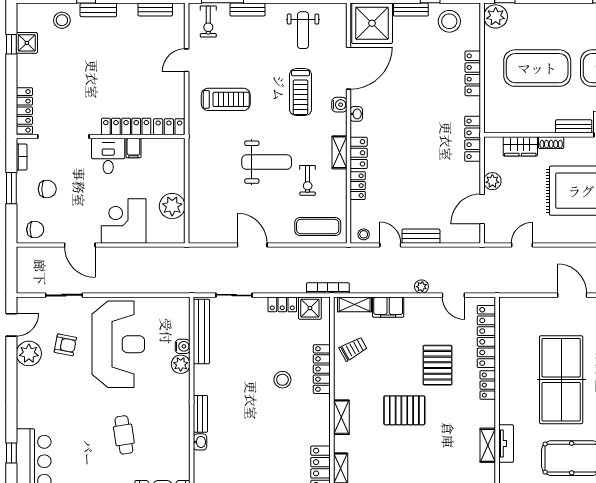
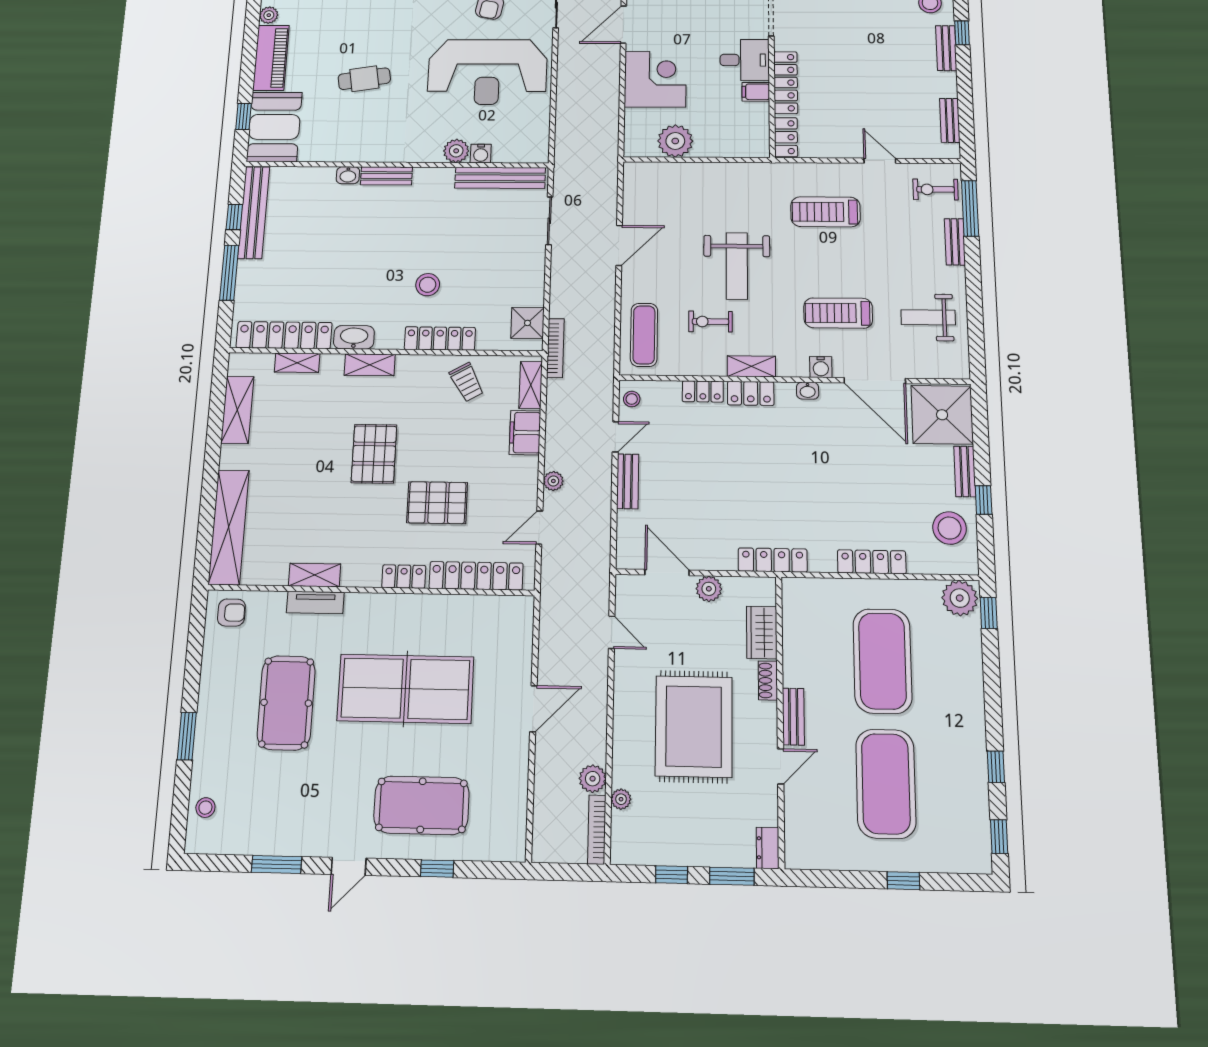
treadmill: (226, 99) -> (825, 212), turned 90
locker: (282, 304) -> (534, 285), removed
washbasin: (322, 430) -> (354, 337), added

